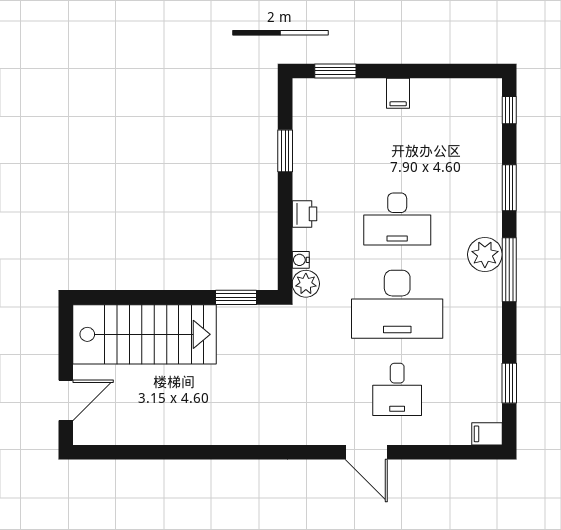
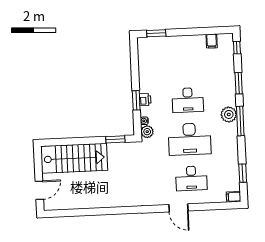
filing cabinet: (398, 93) -> (212, 41), moved
window: (285, 151) -> (136, 100), moved
desk: (397, 389) -> (191, 178), width x1.37

